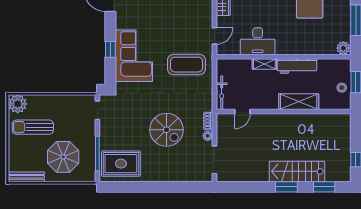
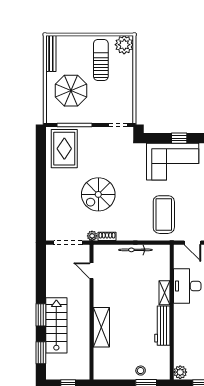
shelving: (299, 102) -> (101, 327), moved
door: (242, 111) -> (92, 271), moved
wall: (284, 111) -> (92, 312), moved

